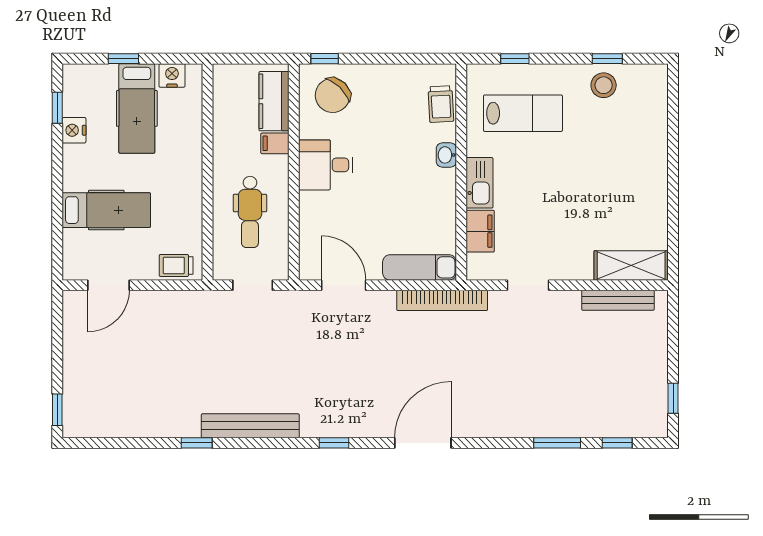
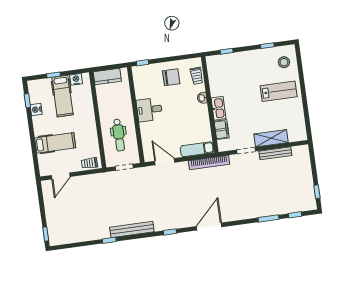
stool: (604, 85) -> (284, 62), moved
chair: (333, 95) -> (171, 77), moved, turned -134
kitchen counter: (274, 101) -> (107, 76), moved, turned -90
lab bench: (523, 113) -> (279, 91), moved
filing cabinet: (275, 143) -> (126, 103), removed
shelving: (631, 265) -> (271, 138), moved
bench: (618, 300) -> (275, 153), moved

